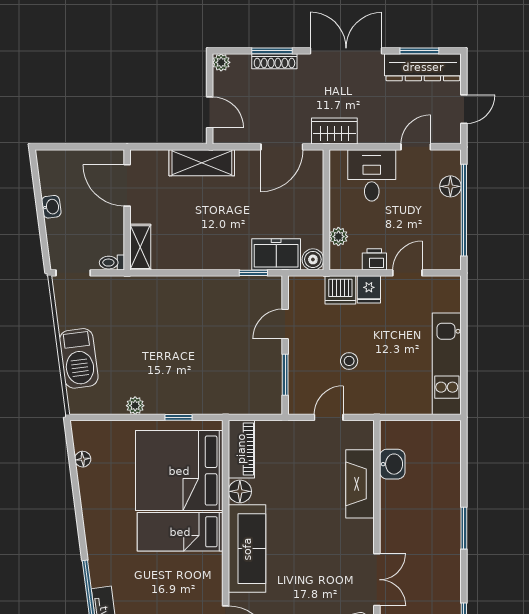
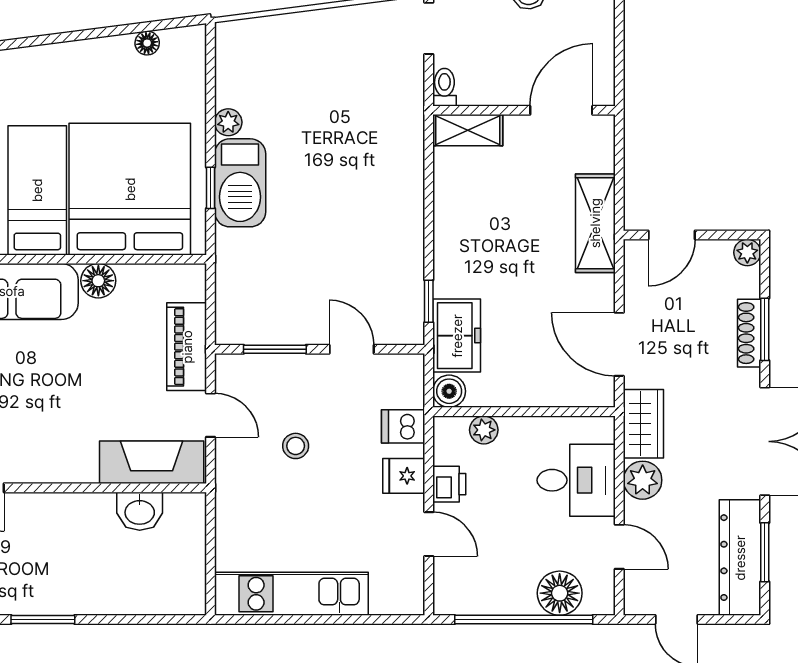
plant: (372, 132) -> (643, 480), added
floor lamp: (450, 186) -> (560, 593), width x1.38, depth x1.38
dishwasher: (340, 290) -> (403, 426), width x0.73
barbecue: (79, 358) -> (240, 183), moved, turned -83
piano: (241, 449) -> (187, 347), moved, turned 90
fireplace: (360, 484) -> (152, 462), moved

